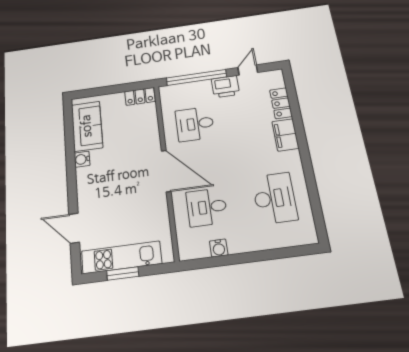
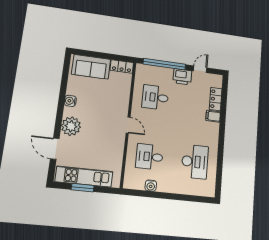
sofa: (87, 126) -> (91, 67), moved, turned 90
filing cabinet: (285, 135) -> (213, 116), width x0.50
door: (166, 171) -> (128, 125), width x0.53
plant: (90, 192) -> (71, 126), added

